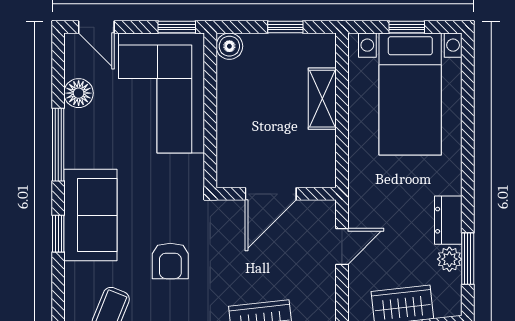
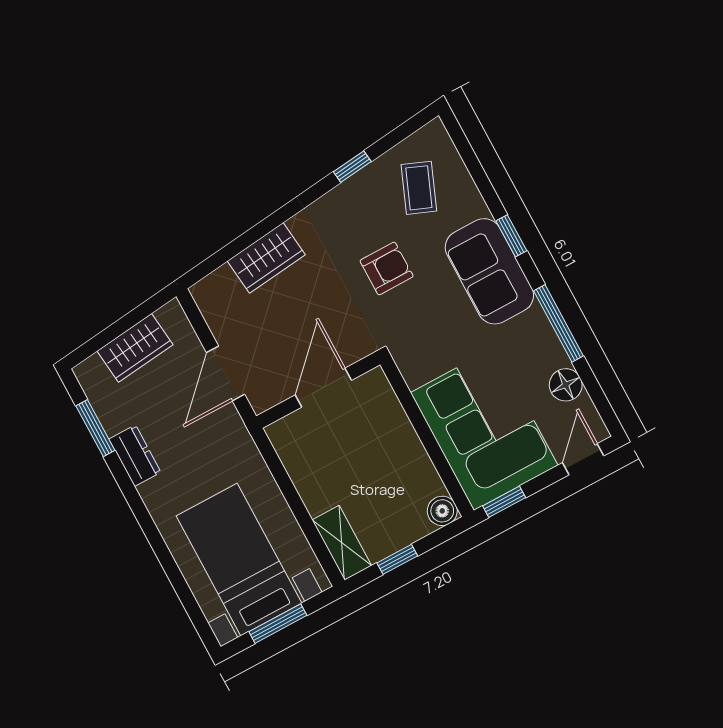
door: (96, 27) -> (583, 459), hinge flipped
window: (407, 27) -> (278, 624), width x1.50
shelving: (322, 99) -> (342, 543), moved
door: (342, 247) -> (226, 373), width x1.38
plant: (449, 259) -> (113, 418), removed
armchair: (170, 261) -> (387, 268), turned 90

